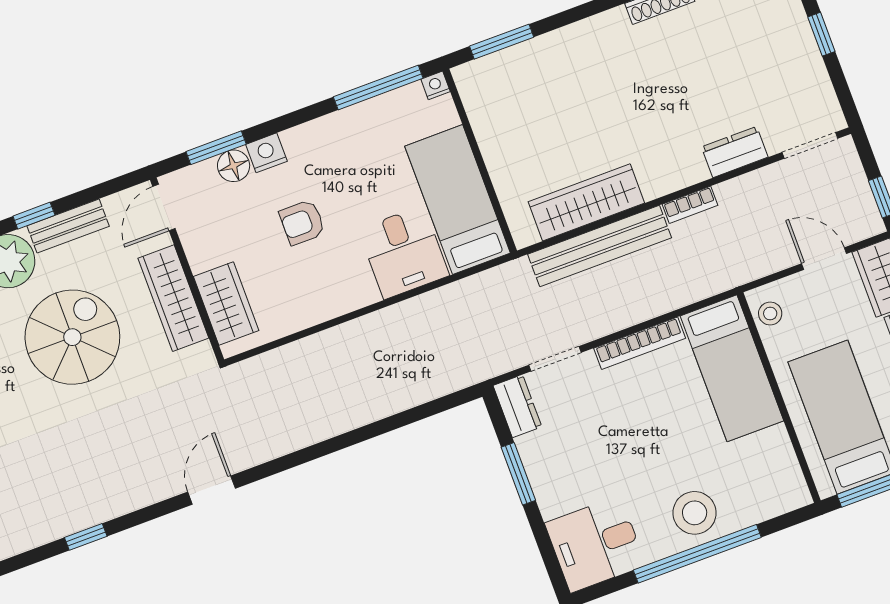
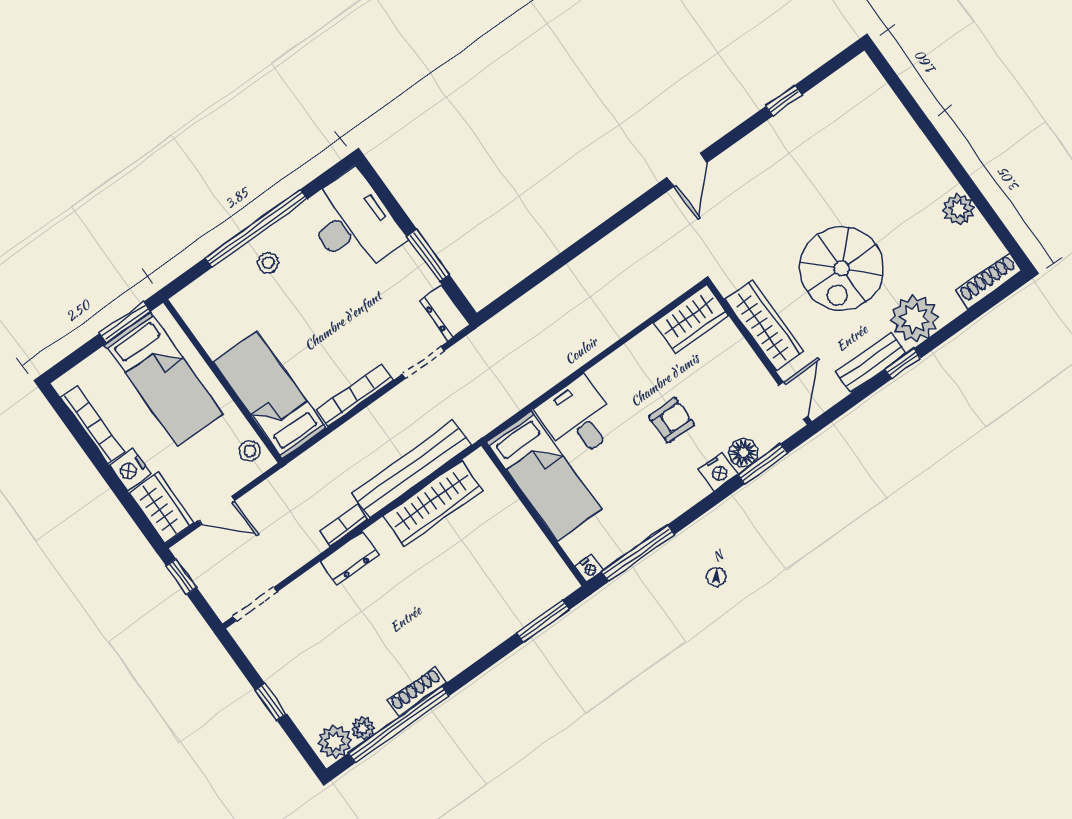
dresser: (735, 152) -> (350, 558), moved
wardrobe: (226, 303) -> (691, 319), moved, turned -90
stool: (695, 513) -> (268, 263), width x0.53, depth x0.53
desk: (595, 544) -> (353, 223), width x1.37

